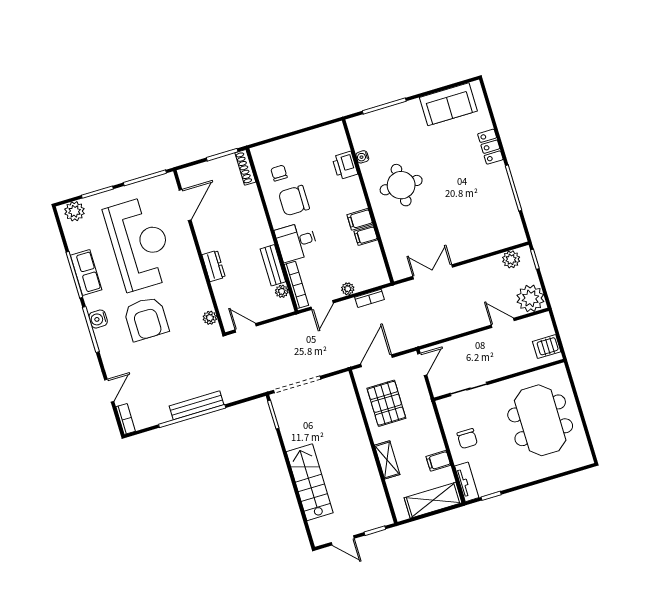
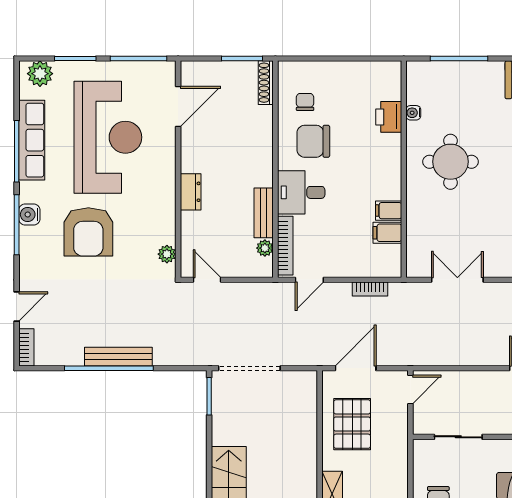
filing cabinet: (360, 219) -> (387, 233), moved
row of seats: (86, 273) -> (32, 140), width x1.48
plant: (348, 289) -> (347, 269), removed

